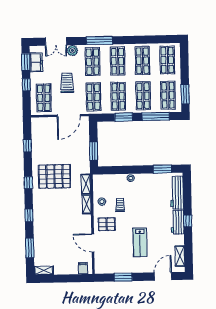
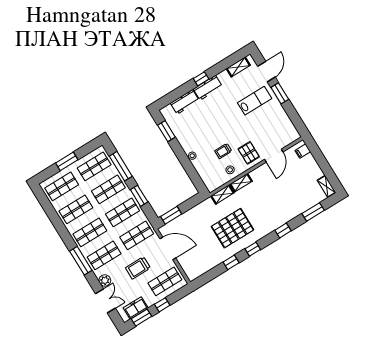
window: (185, 94) -> (67, 161), moved
window: (28, 146) -> (231, 262), moved
window: (94, 151) -> (171, 215), moved
pallet: (54, 176) -> (232, 228), turned 90
workbench: (177, 193) -> (185, 102), width x0.73
lab bench: (140, 242) -> (255, 101), moved
door: (163, 276) -> (266, 72), swing flipped
window: (123, 277) -> (280, 93), moved

